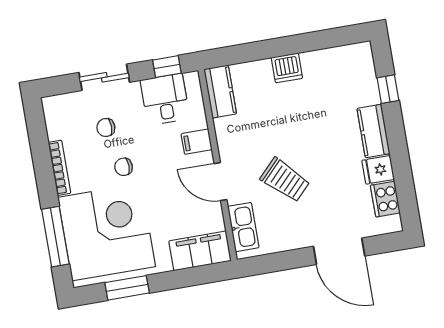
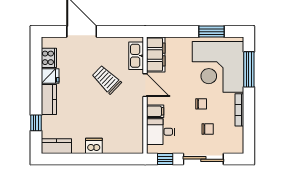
sliding door: (104, 77) -> (203, 159), width x1.37
kitchen counter: (220, 92) -> (56, 146), moved, turned 90
desk: (165, 99) -> (161, 132), moved, turned 90
filing cabinet: (200, 251) -> (156, 54), moved, turned -90

